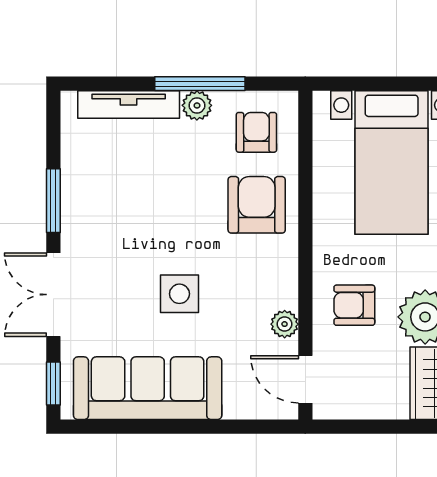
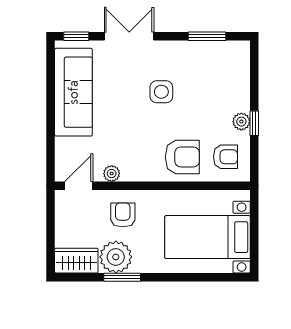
window: (200, 84) -> (254, 123), width x0.46
tv unit: (129, 104) -> (242, 81), removed
window: (53, 201) -> (207, 36), moved
side table: (179, 294) -> (161, 92), moved

